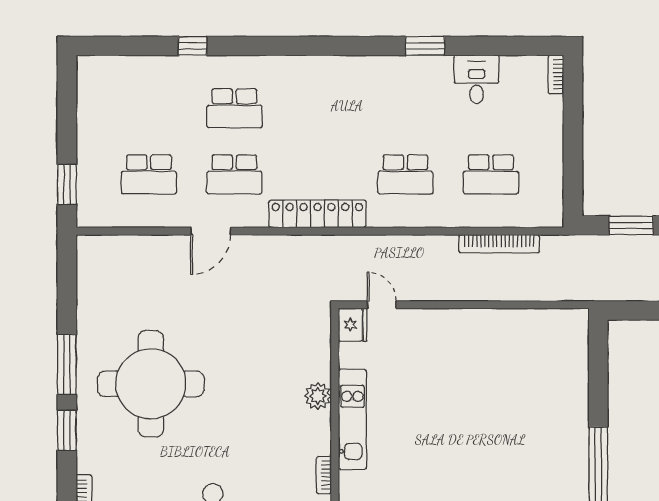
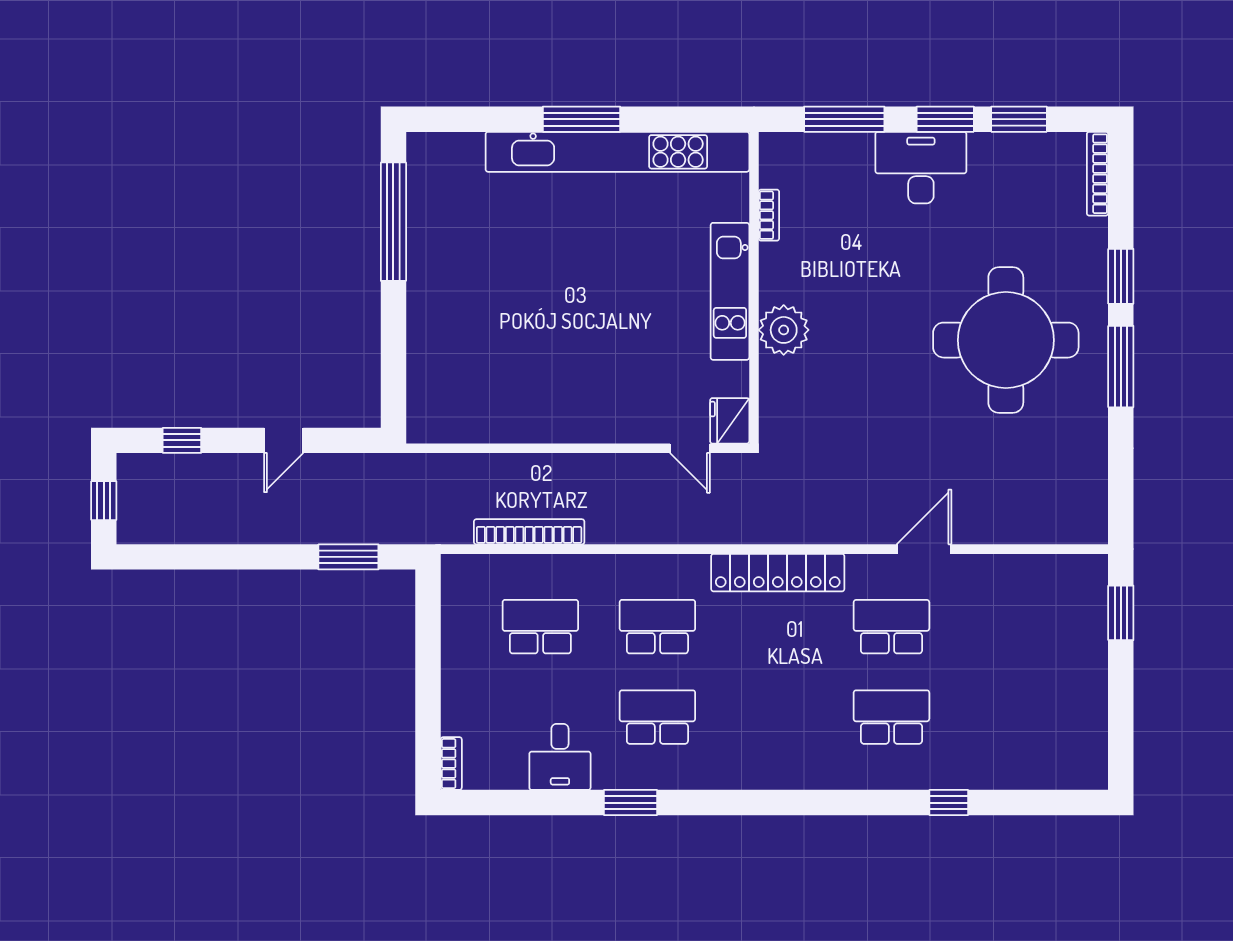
school desk: (149, 174) -> (657, 717), moved
plant: (318, 396) -> (784, 330), width x1.36, depth x1.36

